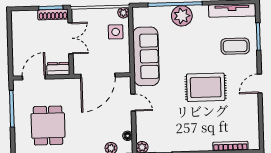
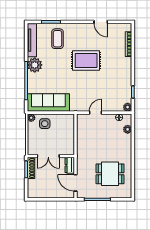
plant: (182, 16) -> (35, 65), moved
double door: (70, 38) -> (48, 156), swing flipped
sofa: (146, 56) -> (48, 102), moved
door: (98, 76) -> (76, 137), removed
door: (260, 84) -> (101, 22), moved
rug: (206, 87) -> (86, 61), turned 90

